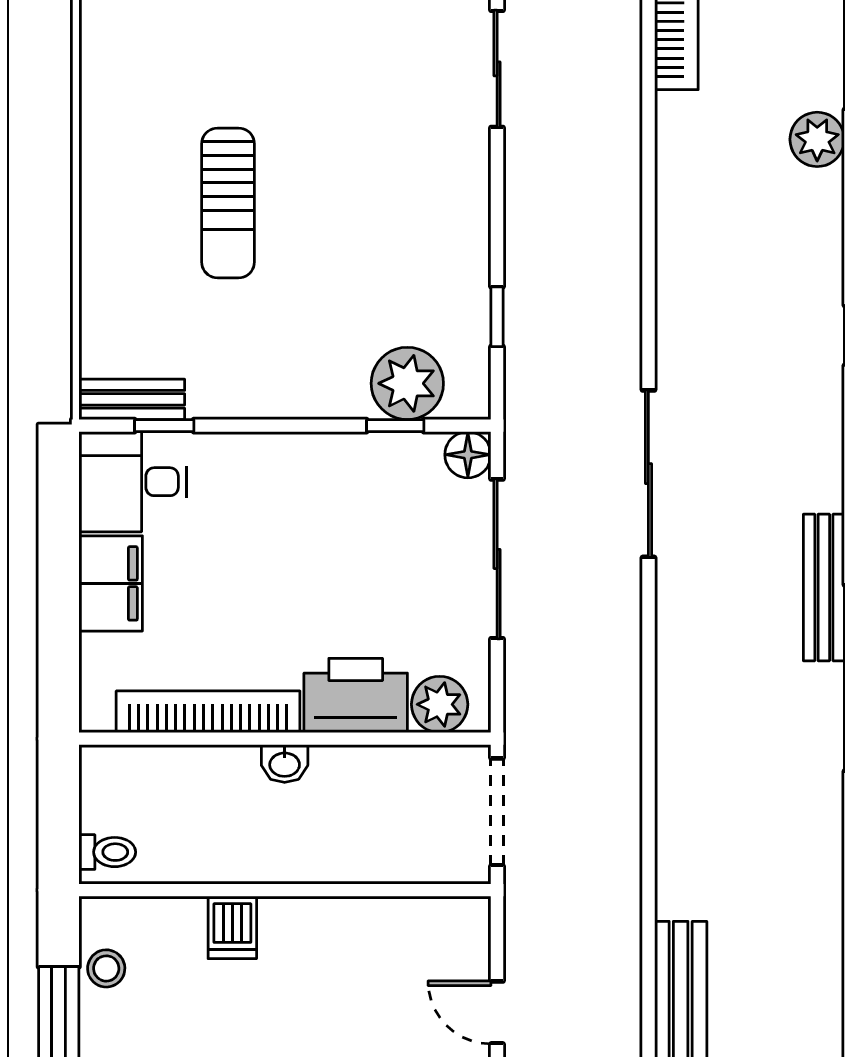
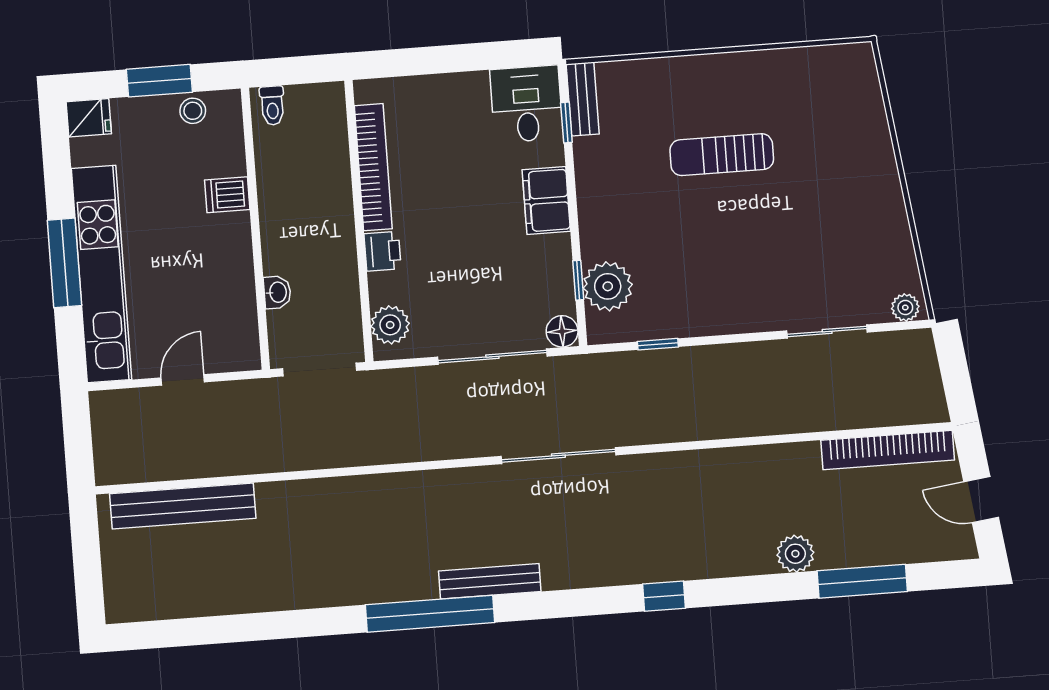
filing cabinet: (111, 583) -> (546, 201), moved, turned 90
printer: (356, 695) -> (383, 251), width x0.53, depth x0.68
washbasin: (285, 764) -> (277, 292), moved, turned 180

